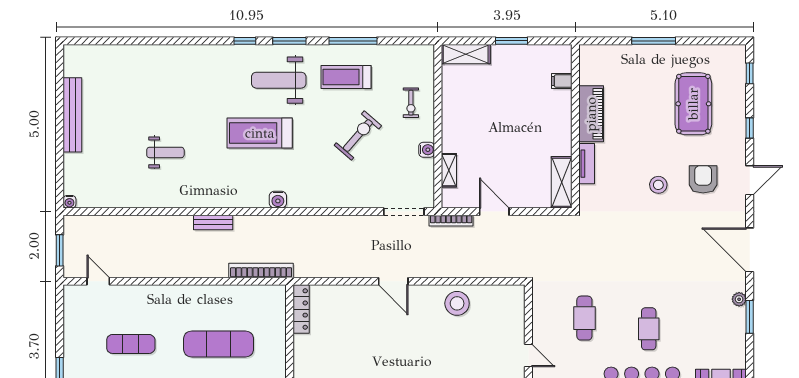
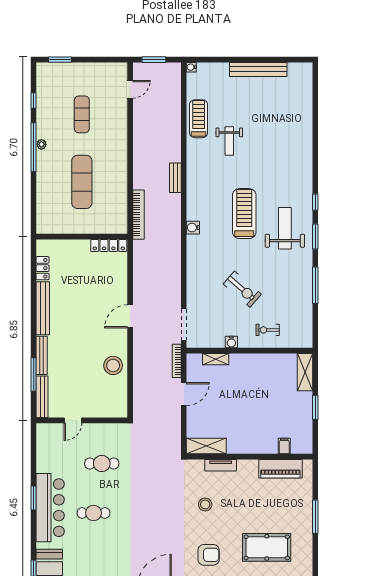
treadmill: (346, 77) -> (199, 119), moved
piano: (591, 114) -> (280, 469), moved
stool: (658, 185) -> (205, 504), moved

